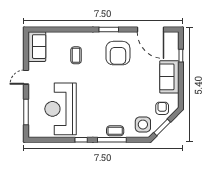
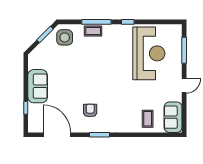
armchair: (118, 53) -> (90, 111), width x0.53, depth x0.53
coffee table: (76, 55) -> (148, 119), moved
armchair: (162, 108) -> (45, 54), removed

